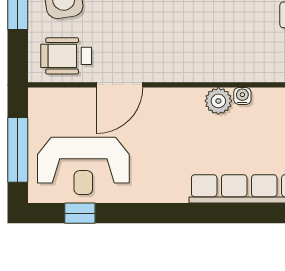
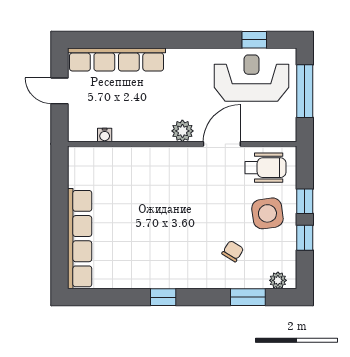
water cooler: (242, 96) -> (105, 135), moved
plant: (218, 101) -> (182, 131), moved

